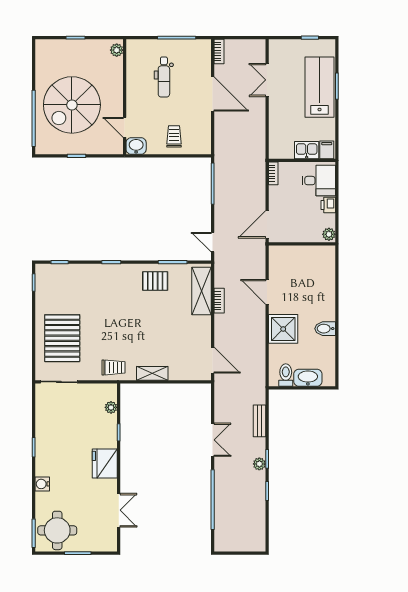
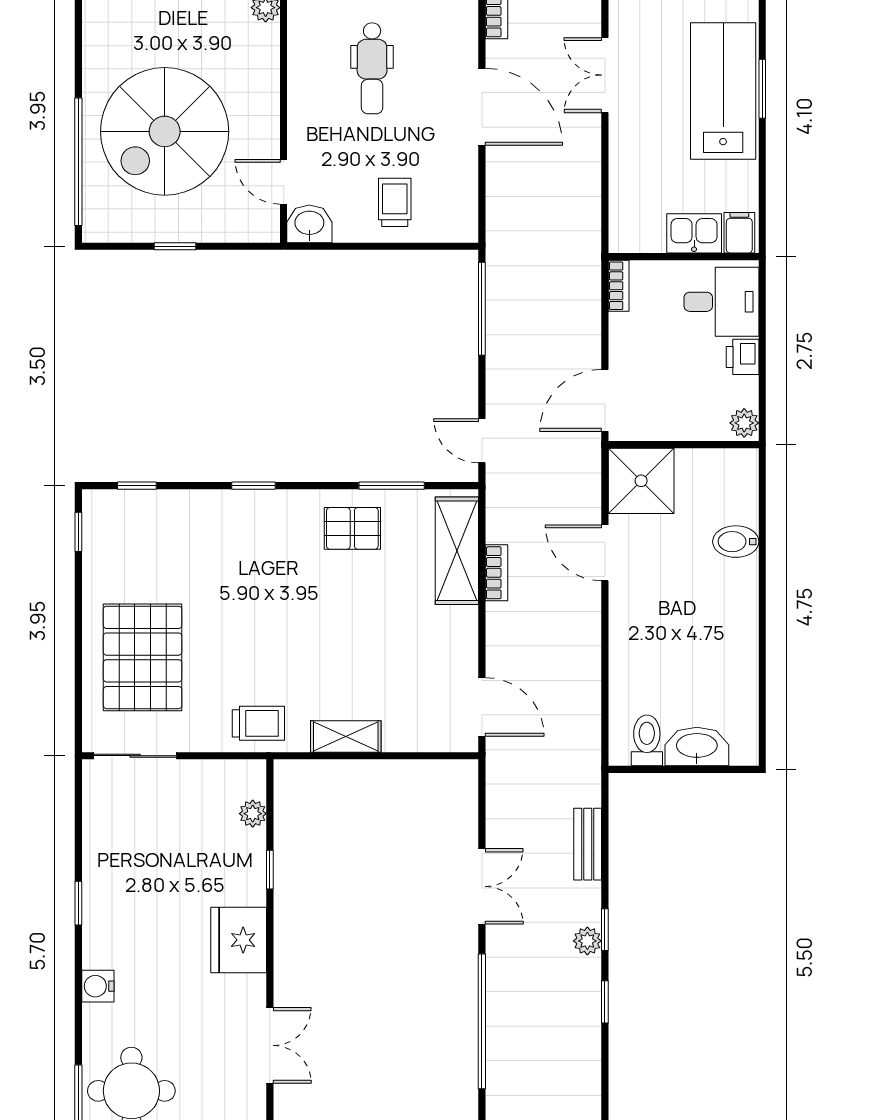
shower: (283, 329) -> (641, 481), moved
bidet: (325, 329) -> (736, 542), moved

